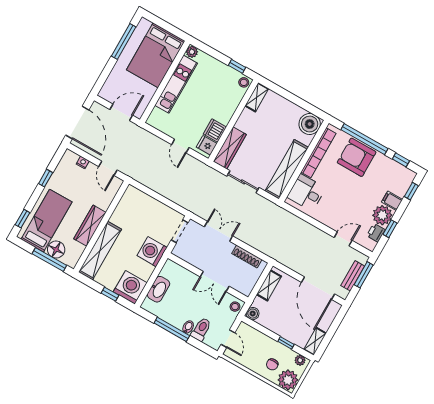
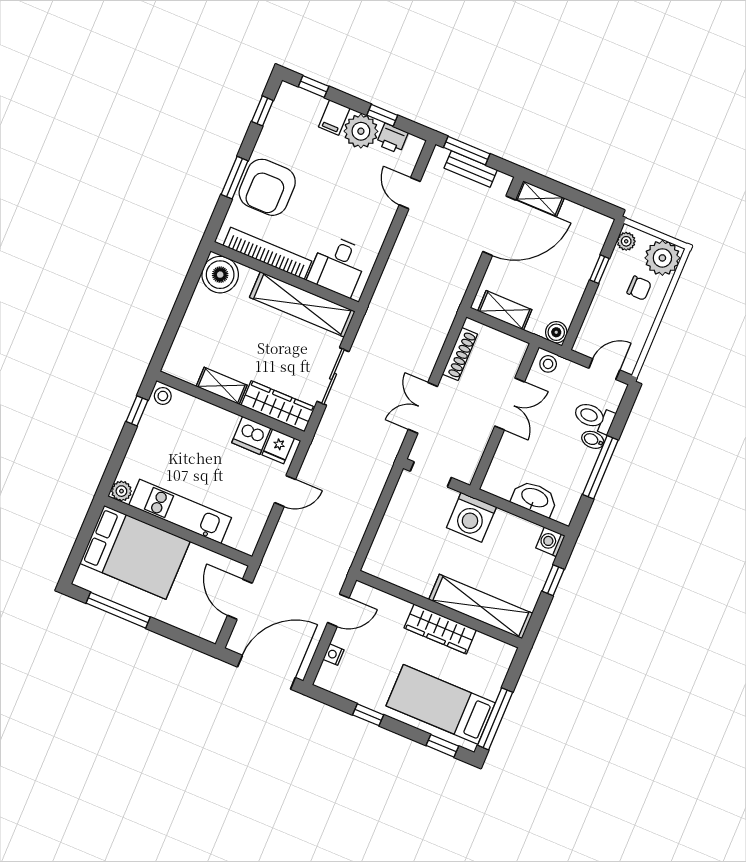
shelving: (257, 97) -> (222, 386), moved
window: (364, 139) -> (235, 178), width x0.47
floor lamp: (56, 250) -> (488, 682), removed
window: (49, 260) -> (495, 719), moved
washing machine: (130, 287) -> (550, 542), width x0.53, depth x0.53
shelving: (315, 341) -> (540, 198), moved

